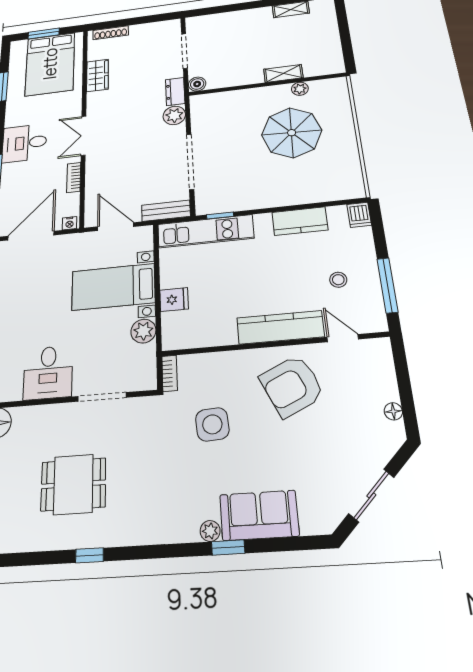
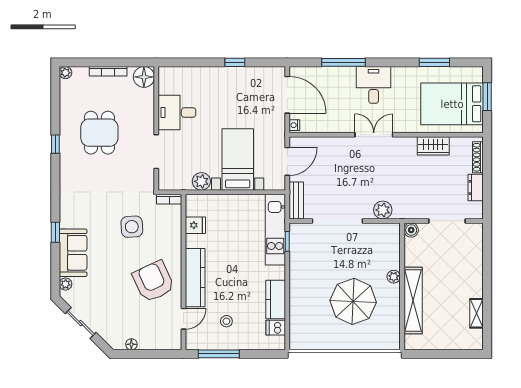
shelving: (283, 73) -> (413, 301), width x2.20, depth x1.33
plant: (300, 89) -> (394, 277), moved
dresser: (175, 91) -> (476, 187), moved, turned -90
bookcase: (74, 177) -> (335, 127), removed
dishwasher: (359, 215) -> (276, 328), moved
fridge: (174, 299) -> (195, 225), moved, turned -90
plant: (210, 531) -> (66, 284), moved

